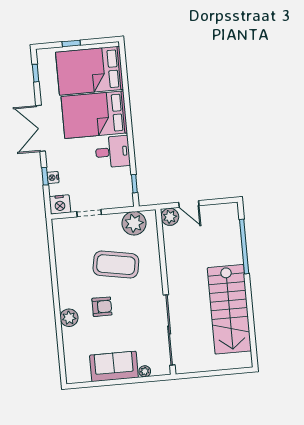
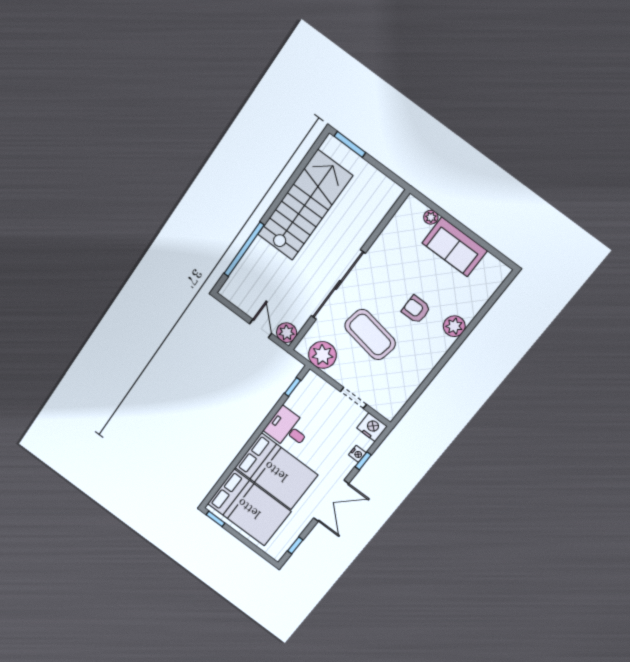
window: (71, 43) -> (216, 519), moved
sliding door: (169, 330) -> (338, 285), moved
window: (234, 371) -> (350, 144), added

